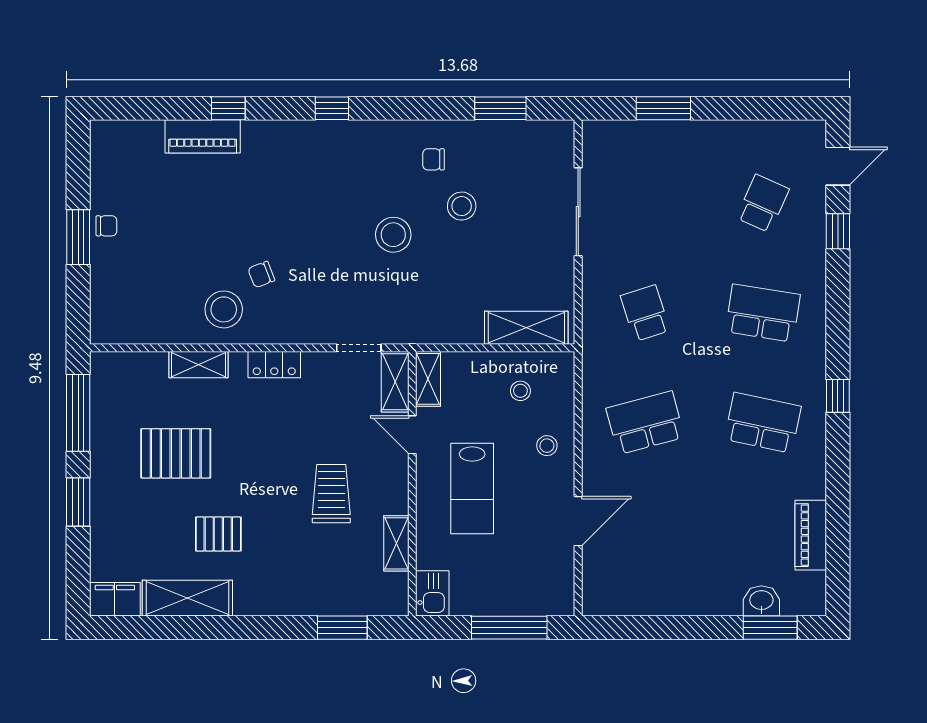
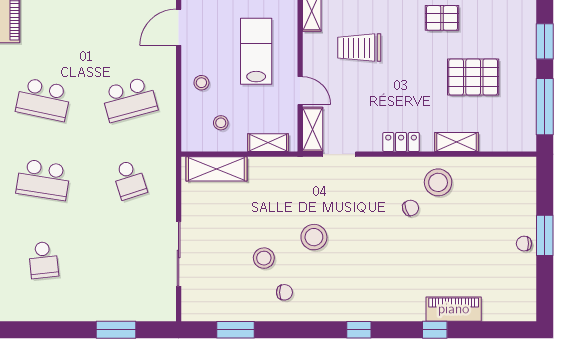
school desk: (763, 203) -> (43, 260), turned -30
shelving: (428, 379) -> (268, 143), moved, turned 90
trolley: (331, 494) -> (359, 48), turned 90

